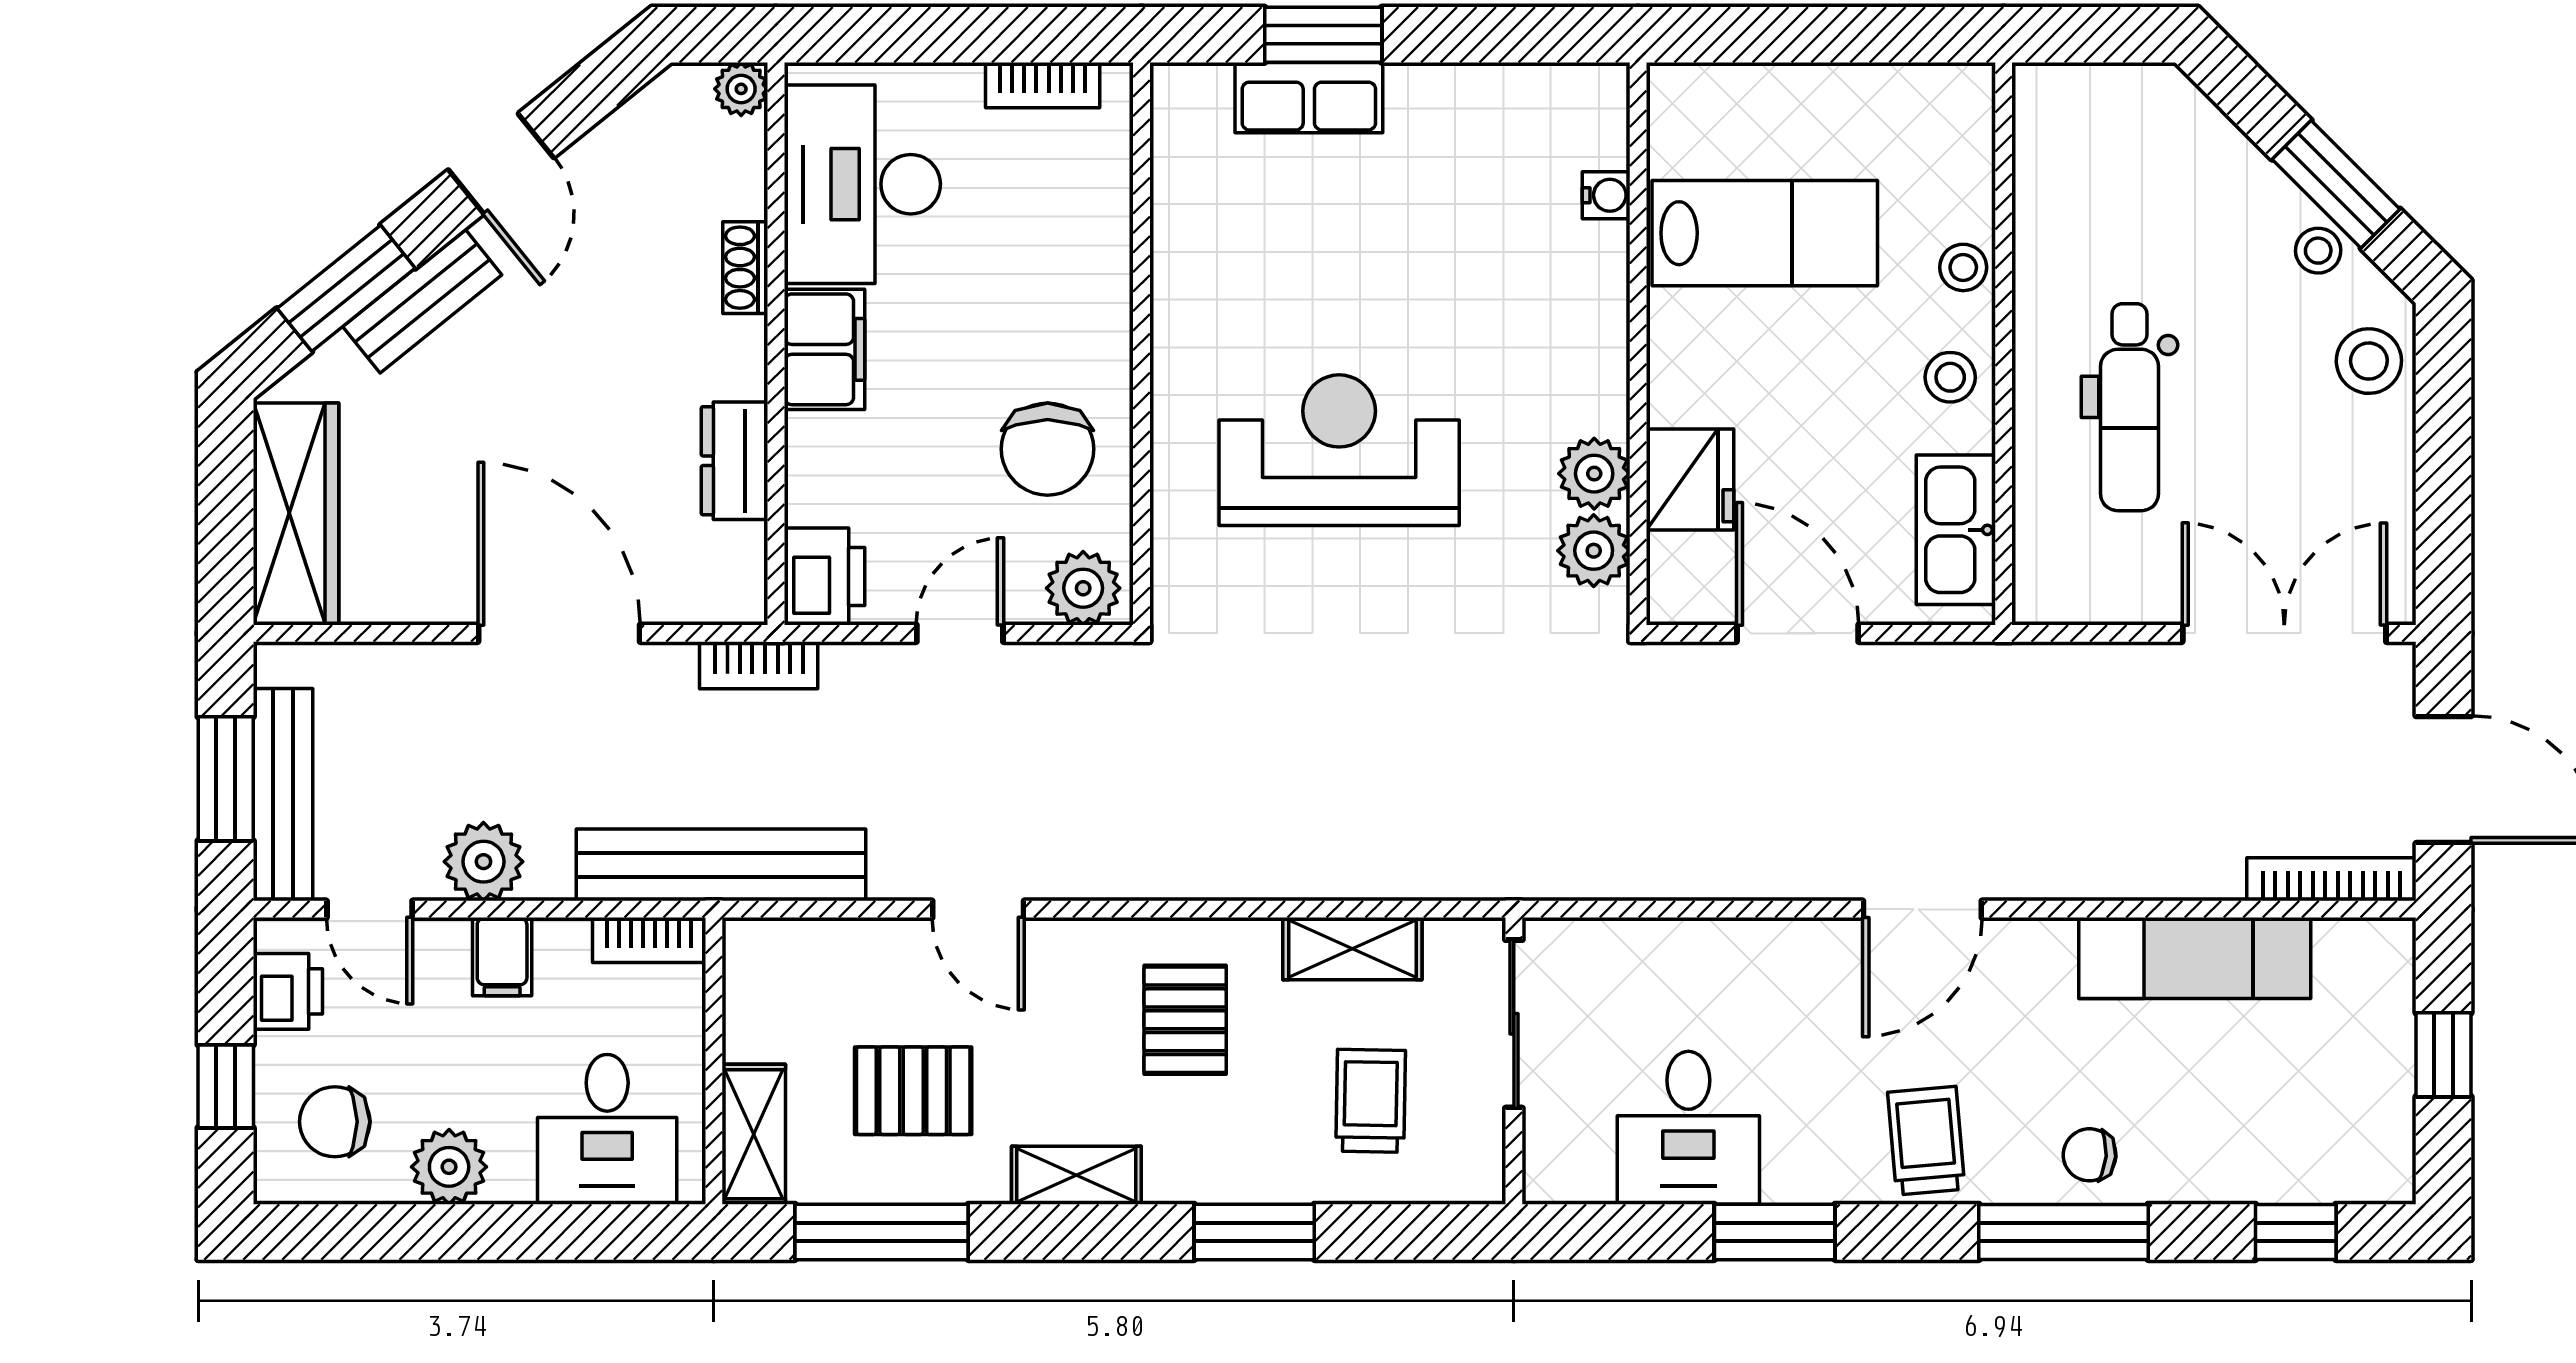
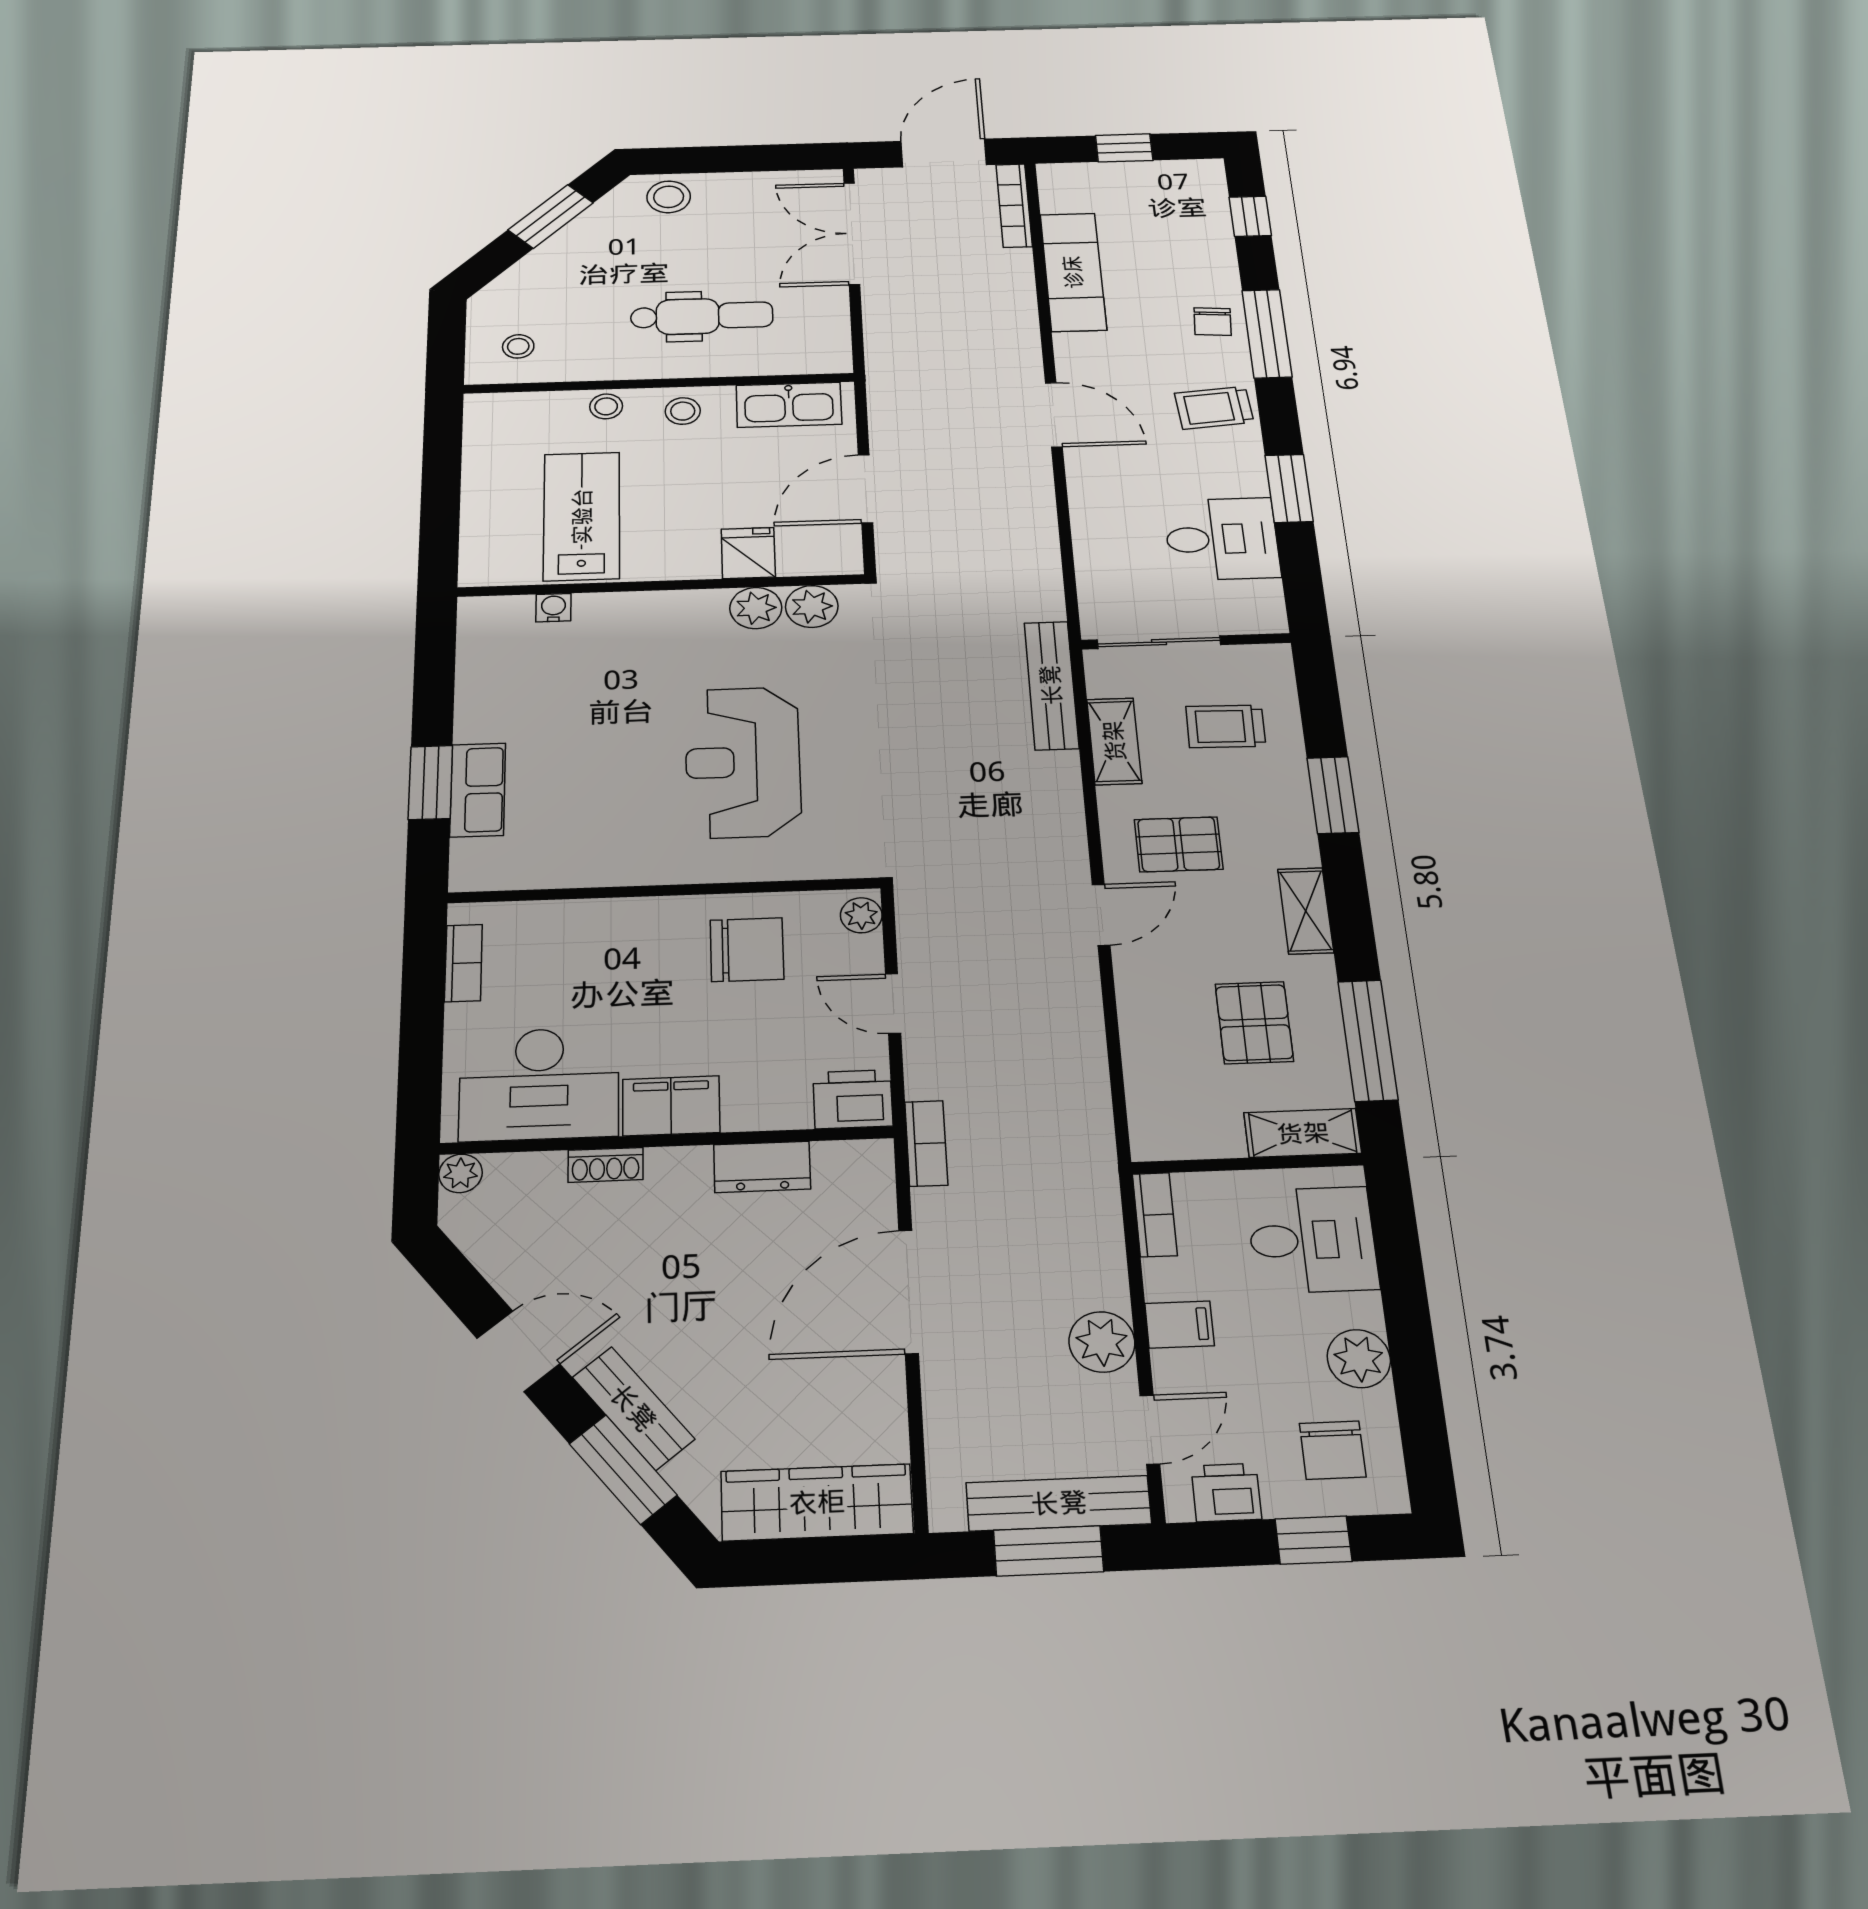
stool: (2318, 251) -> (518, 346), moved
fridge: (1690, 479) -> (748, 553), width x0.72
plant: (1083, 588) -> (861, 915), width x0.73, depth x0.73
bench: (721, 865) -> (1051, 685), moved, width x0.73, depth x0.82
door: (978, 909) -> (1101, 915), moved

